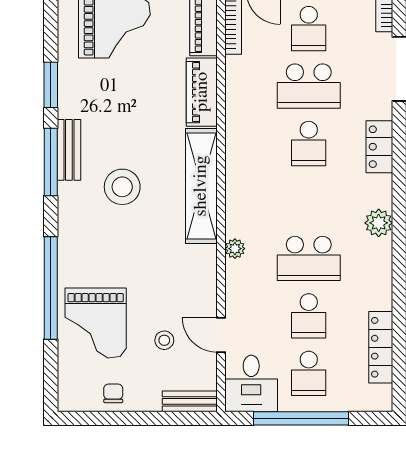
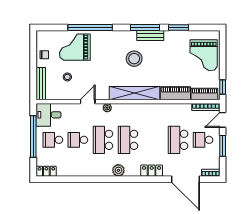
school desk: (309, 143) -> (128, 140), moved, width x1.85
door: (221, 335) -> (88, 102), moved
locker: (381, 347) -> (46, 171), moved, width x0.66
bench: (190, 401) -> (41, 84), width x1.36

